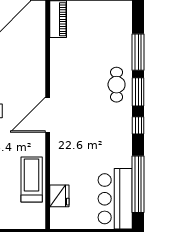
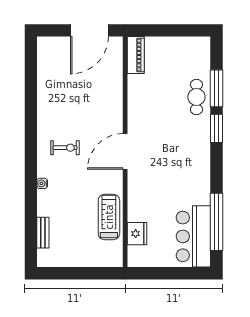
cafe table: (117, 85) -> (196, 97), moved
window: (138, 125) -> (217, 162), removed

